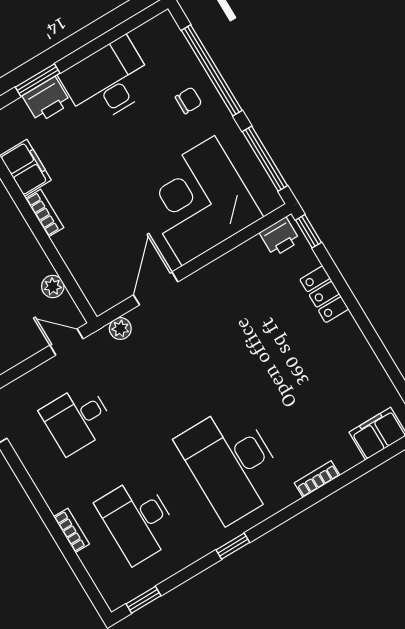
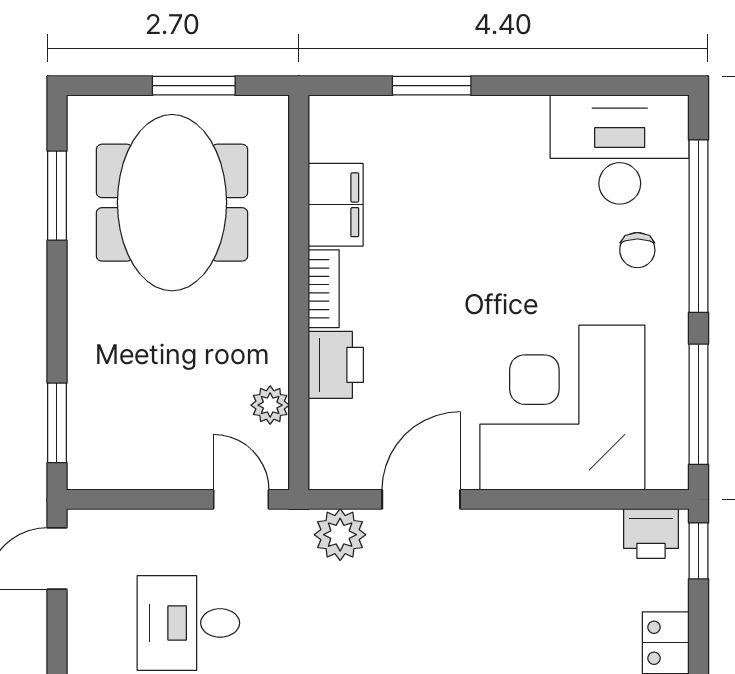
desk: (108, 81) -> (620, 150), moved
printer: (47, 100) -> (336, 365), moved, turned -90
chair: (189, 100) -> (637, 250), turned 90
plant: (120, 329) -> (340, 535), width x1.38, depth x1.38

